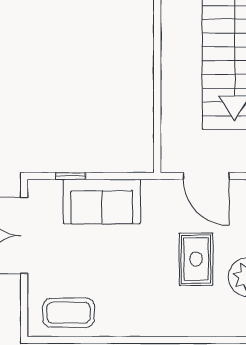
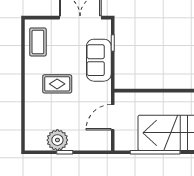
rug: (196, 259) -> (57, 84), moved

